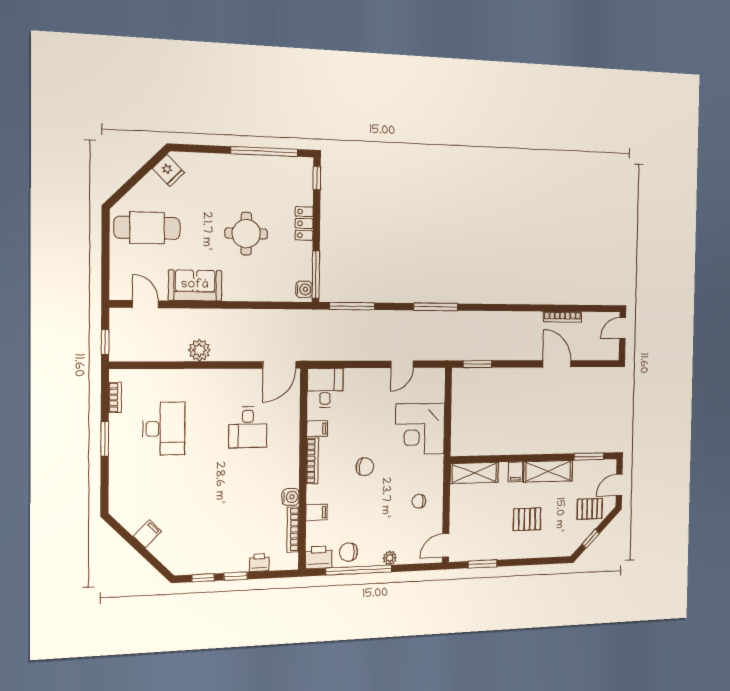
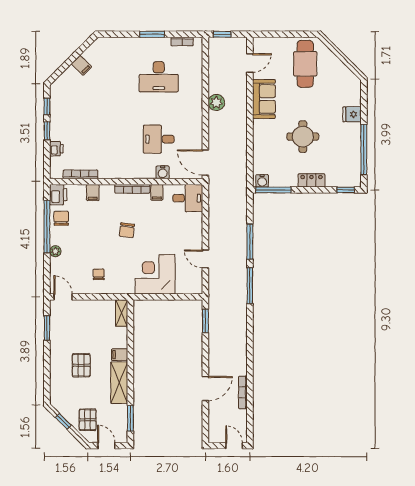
fridge: (168, 170) -> (352, 114), moved, turned 45
window: (352, 306) -> (250, 242), moved
shelving: (474, 473) -> (122, 313), width x0.67, depth x0.75
water cooler: (291, 497) -> (163, 172), moved

